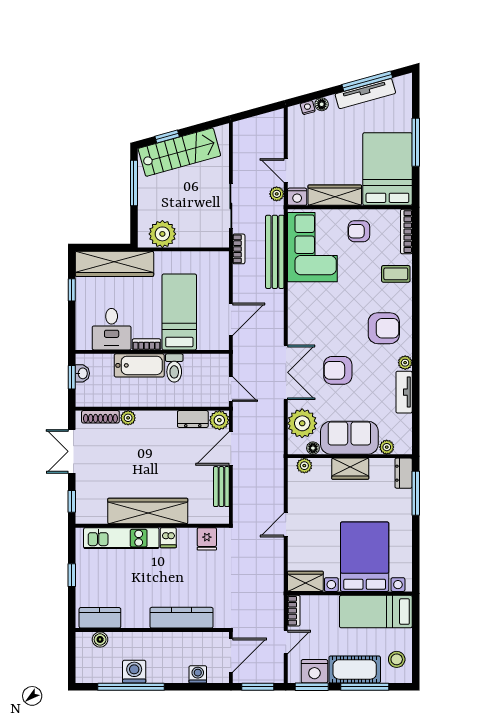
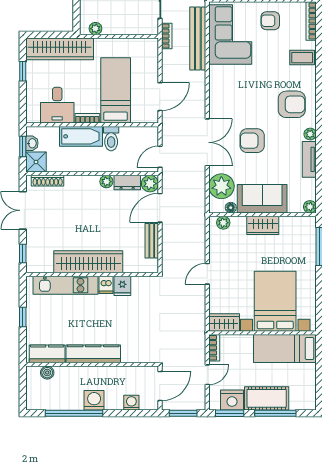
plant: (162, 234) -> (95, 29), width x0.53, depth x0.53
door: (231, 389) -> (160, 157), swing flipped
shower: (87, 395) -> (36, 162), added
plant: (128, 418) -> (106, 182), moved
plant: (387, 447) -> (310, 207), moved
dresser: (404, 473) -> (309, 229), removed
fridge: (207, 539) -> (122, 286), moved
kitchen counter: (181, 618) -> (93, 354), moved
stool: (397, 659) -> (303, 390), removed
washing machine: (134, 672) -> (94, 400), moved

